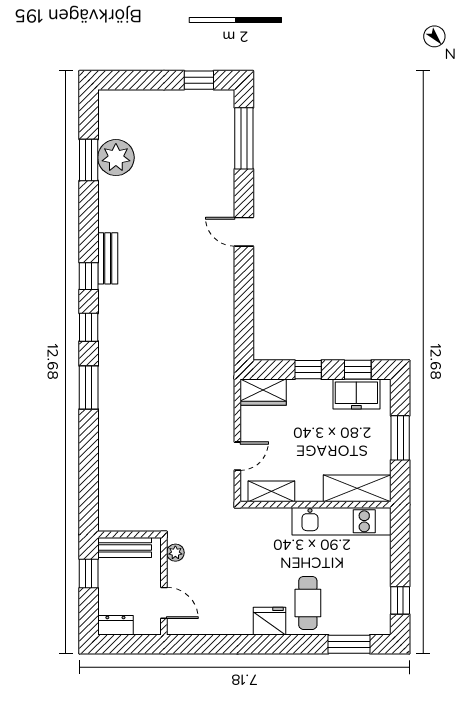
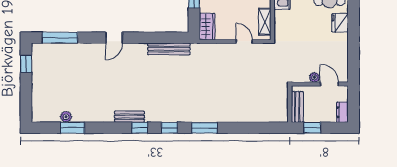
plant: (116, 158) -> (66, 117), width x0.53, depth x0.53
bench: (224, 326) -> (169, 49), added
plant: (175, 553) -> (314, 77), moved
door: (164, 603) -> (329, 84), hinge flipped

